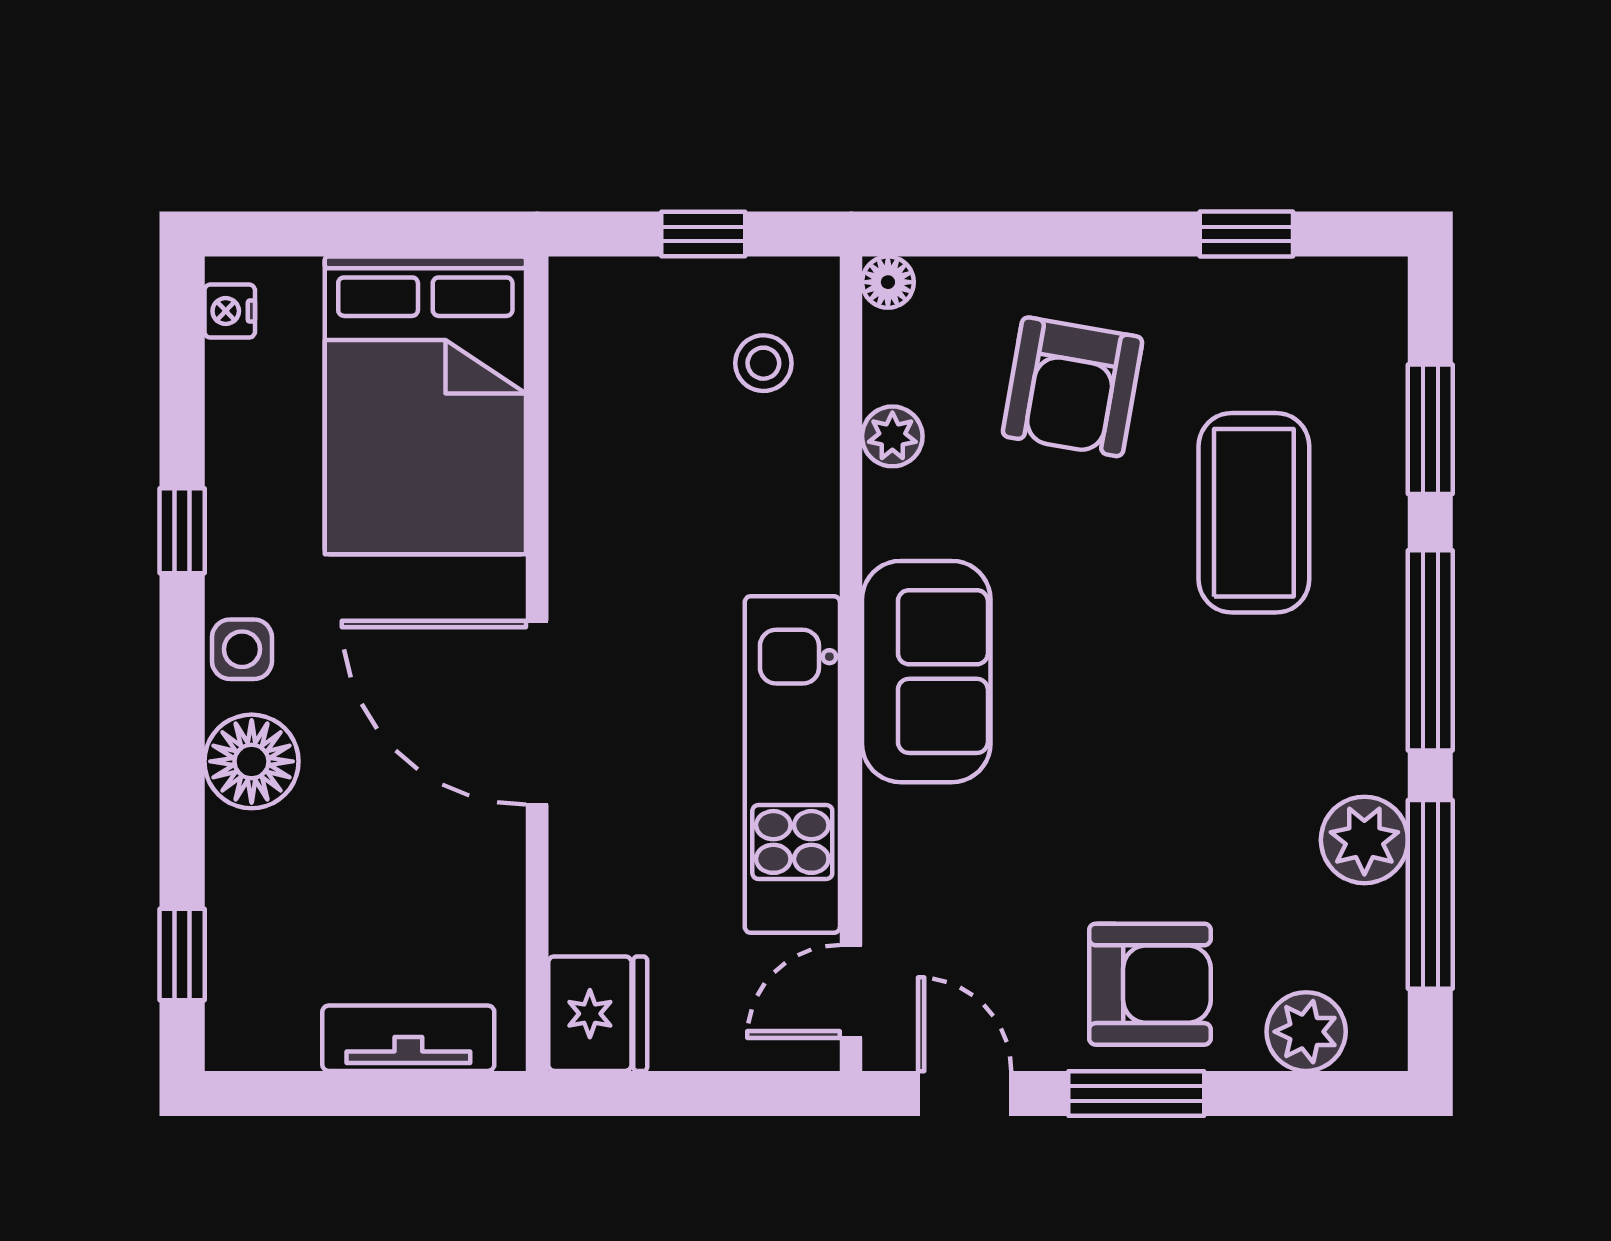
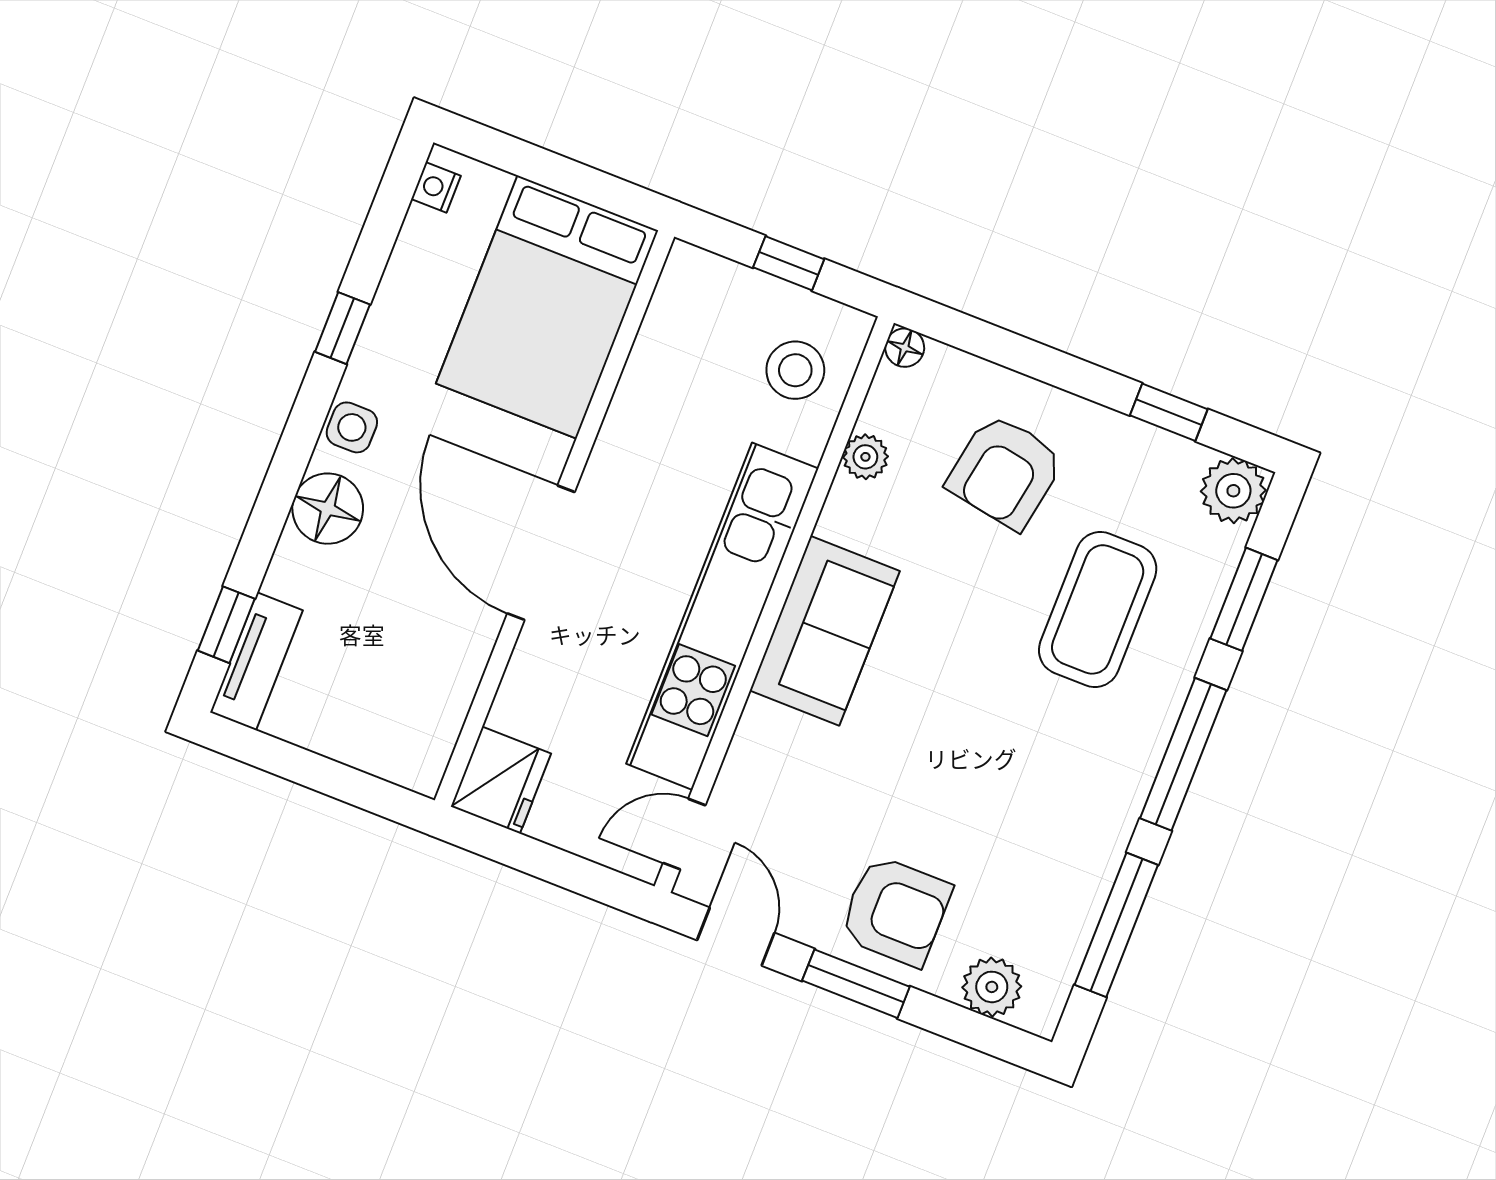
stool: (763, 363) -> (795, 370), width x1.37, depth x1.37
kitchen unit: (792, 764) -> (722, 616), width x1.36
plant: (1364, 840) -> (1233, 491), moved
tv unit: (408, 1038) -> (256, 661), moved, turned 90

